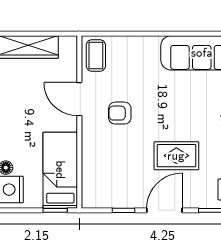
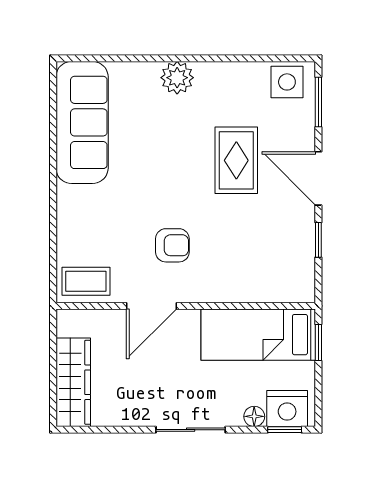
armchair: (120, 113) -> (172, 245), turned -90

